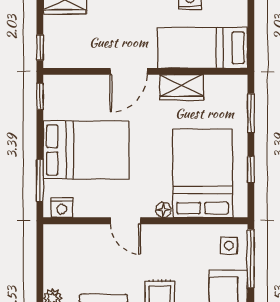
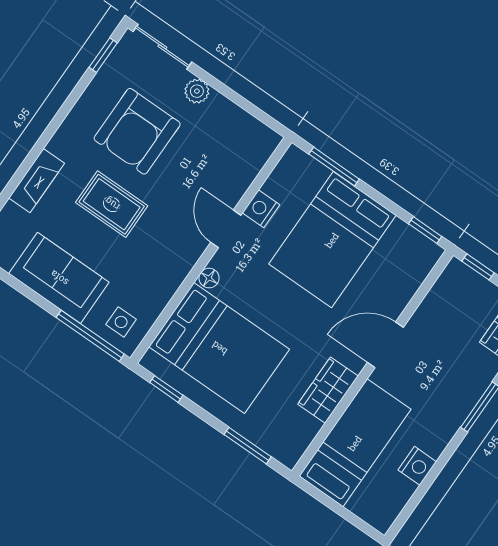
door: (128, 71) -> (385, 345), hinge flipped
window: (251, 169) -> (166, 389), moved
nightstand: (62, 208) -> (261, 209), moved
door: (126, 221) -> (226, 229), hinge flipped

